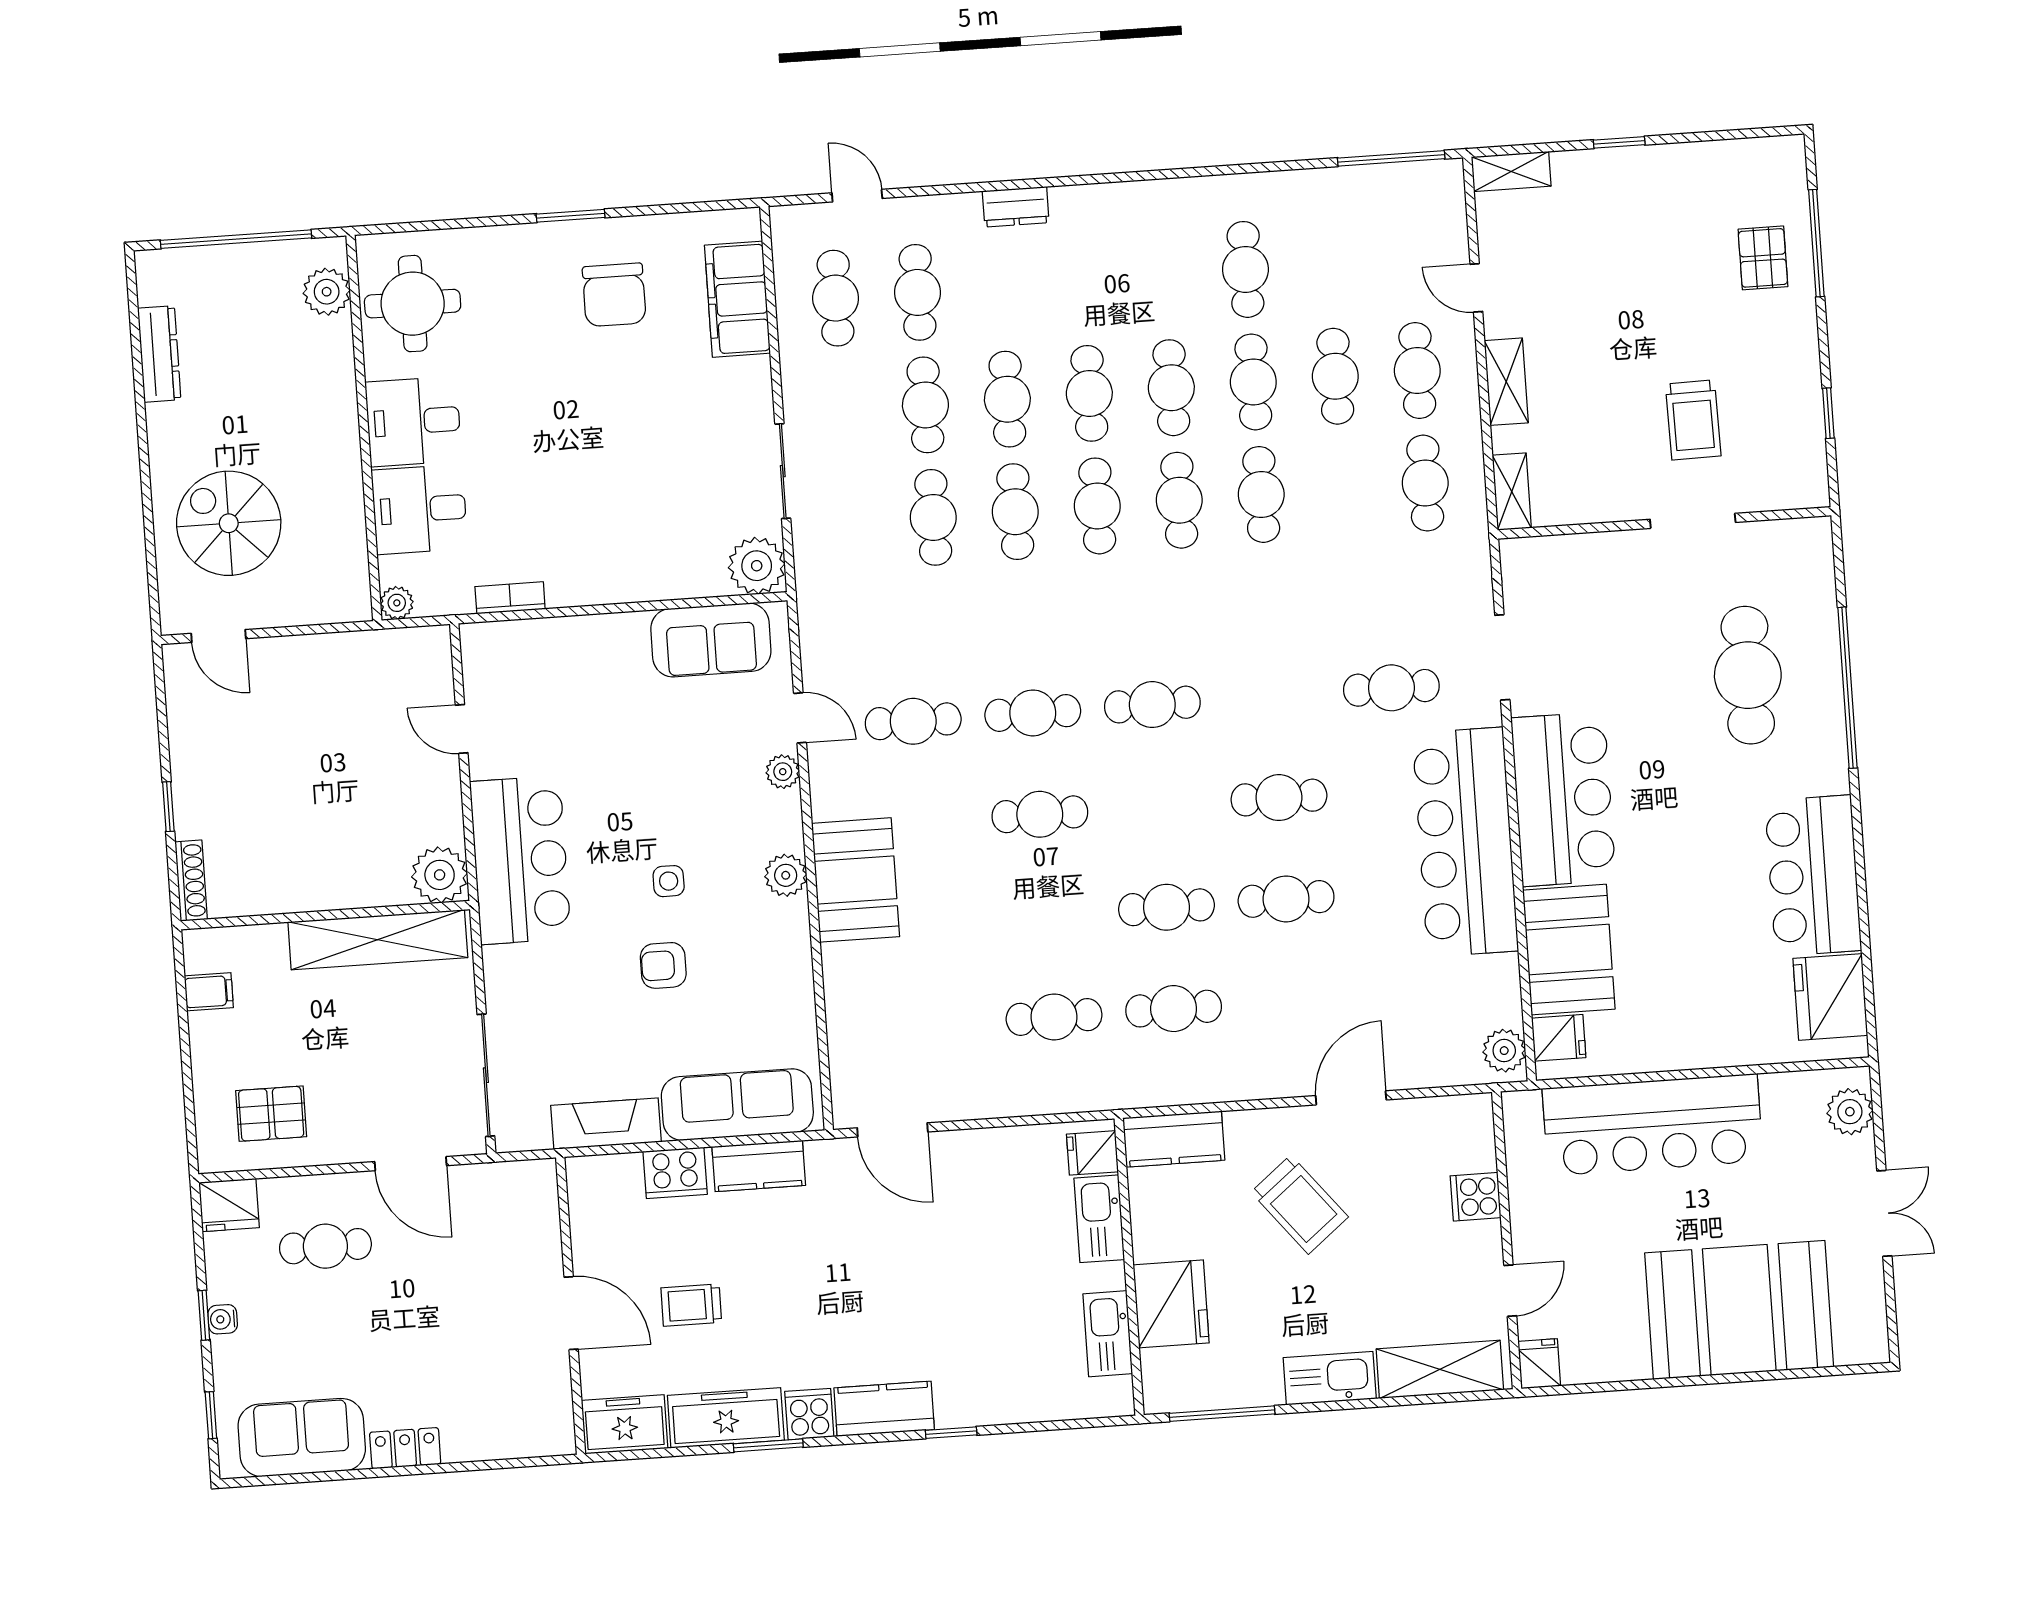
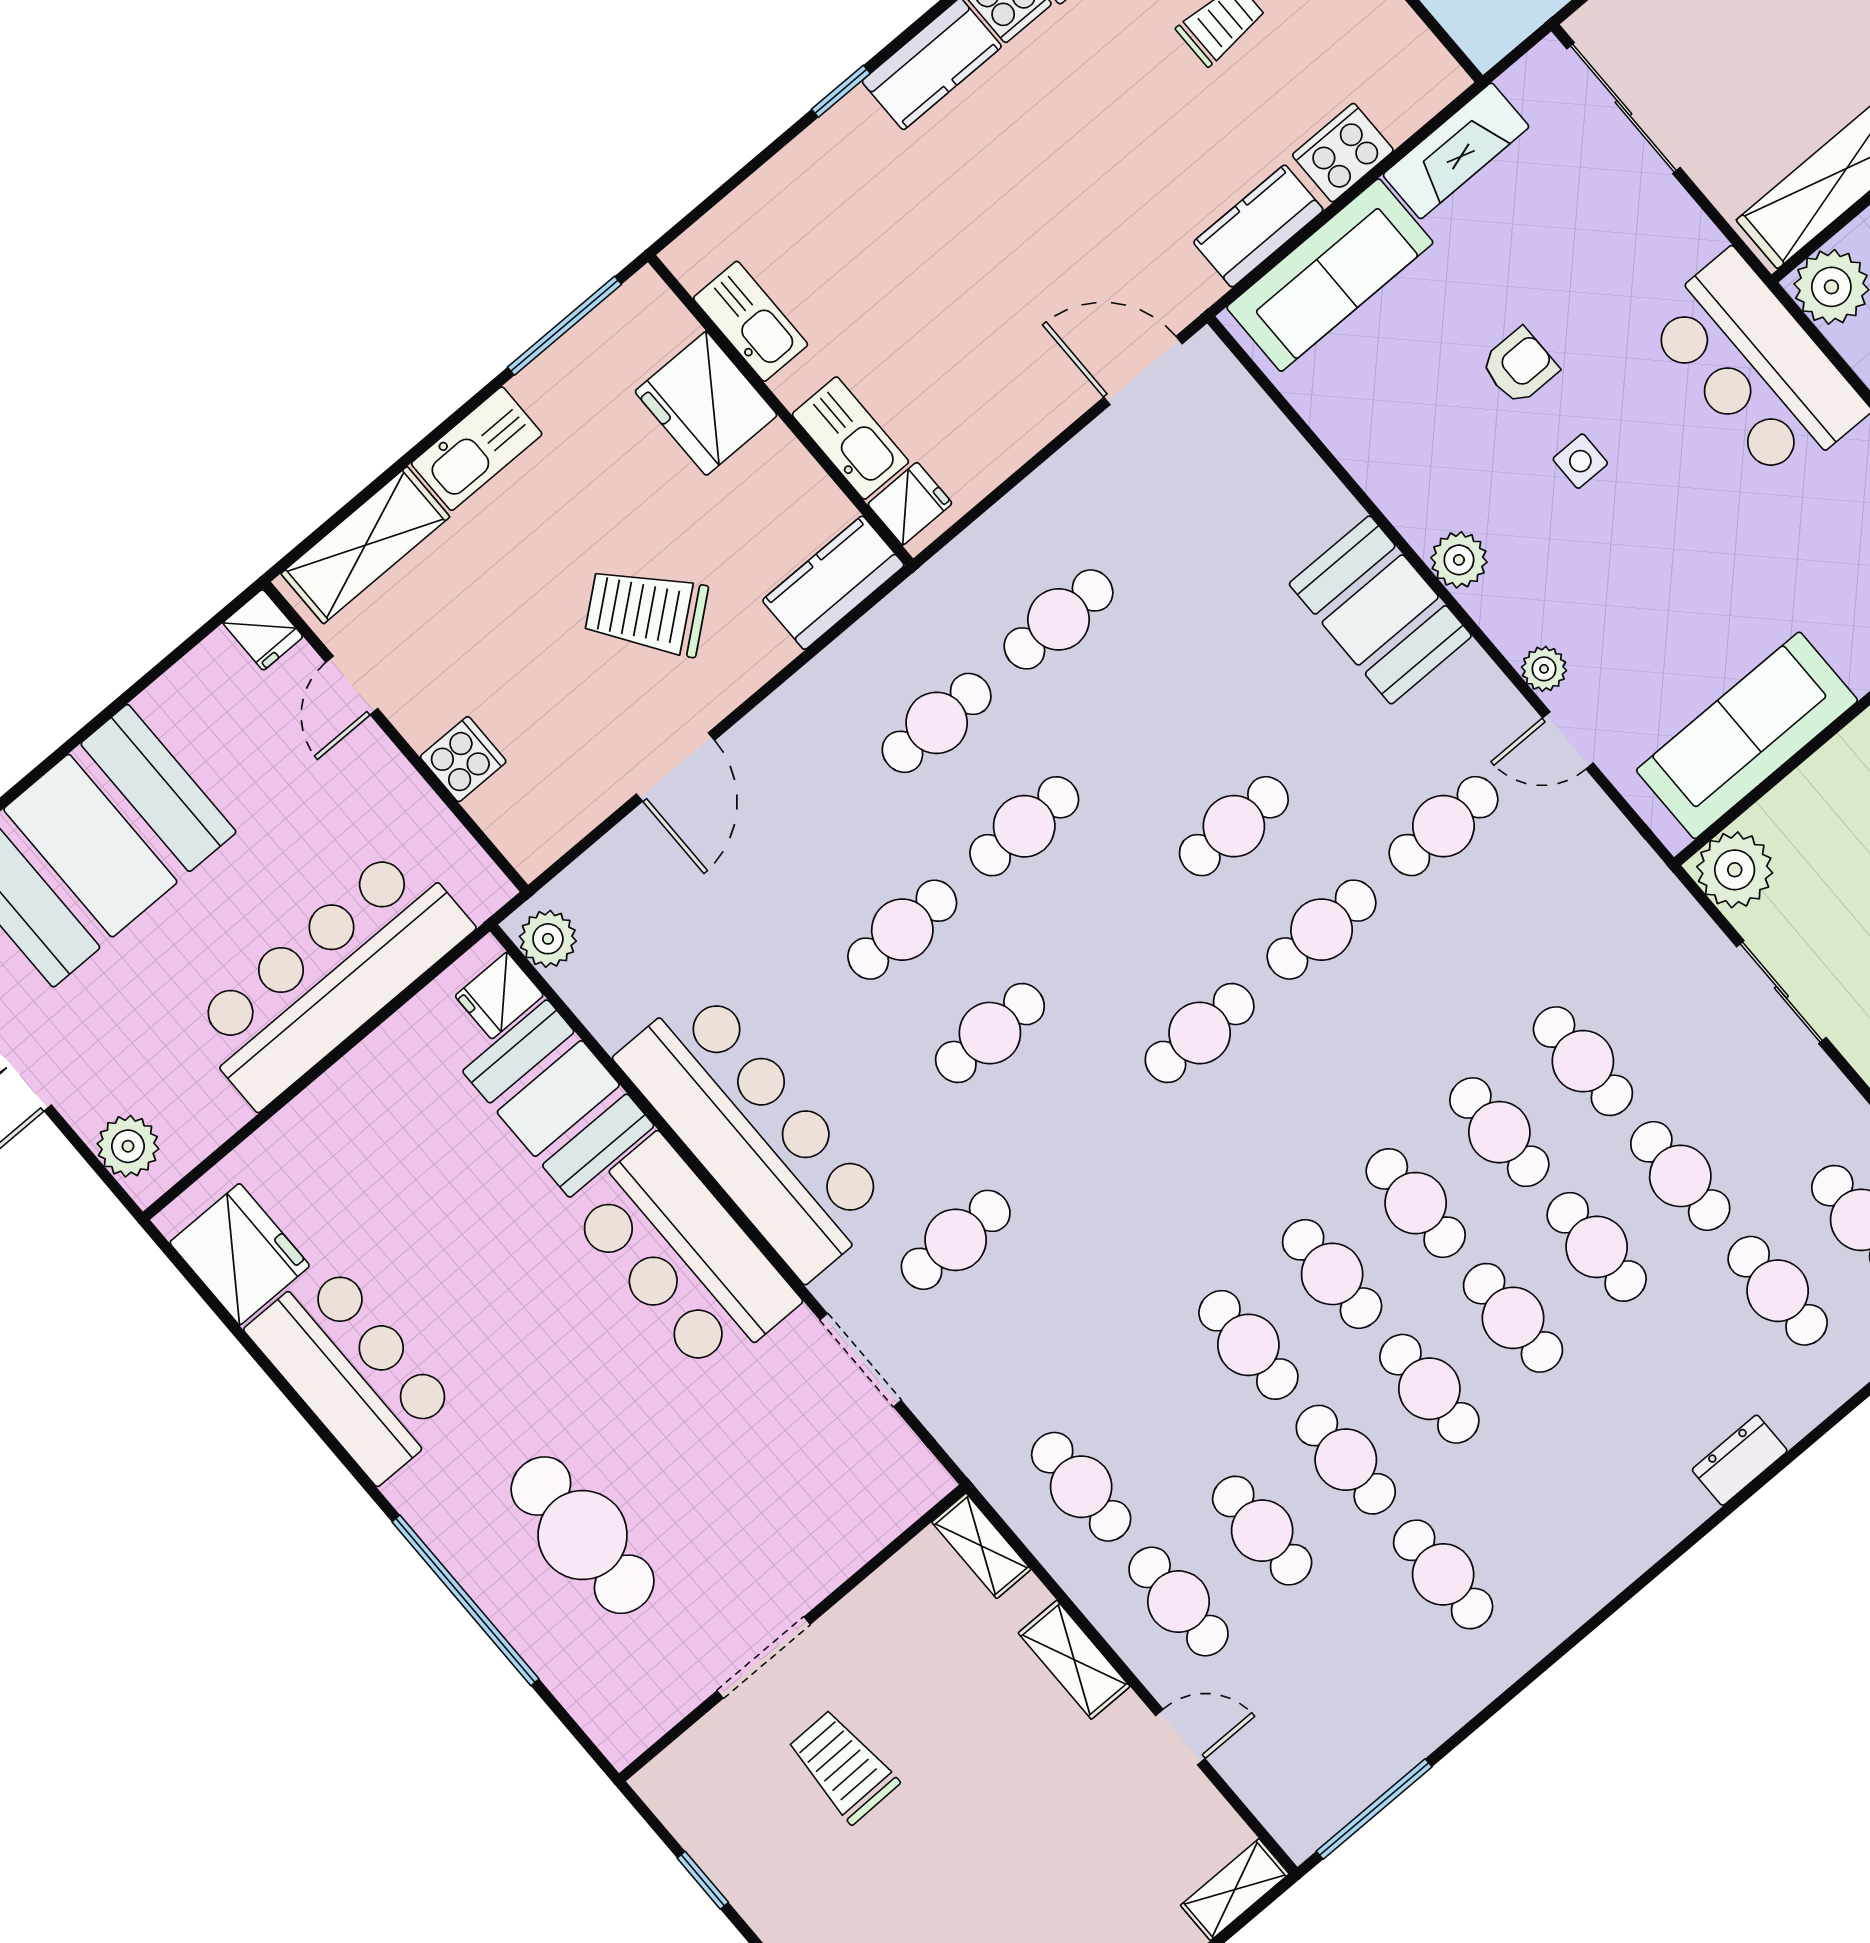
sofa: (711, 640) -> (1747, 735), width x1.36

